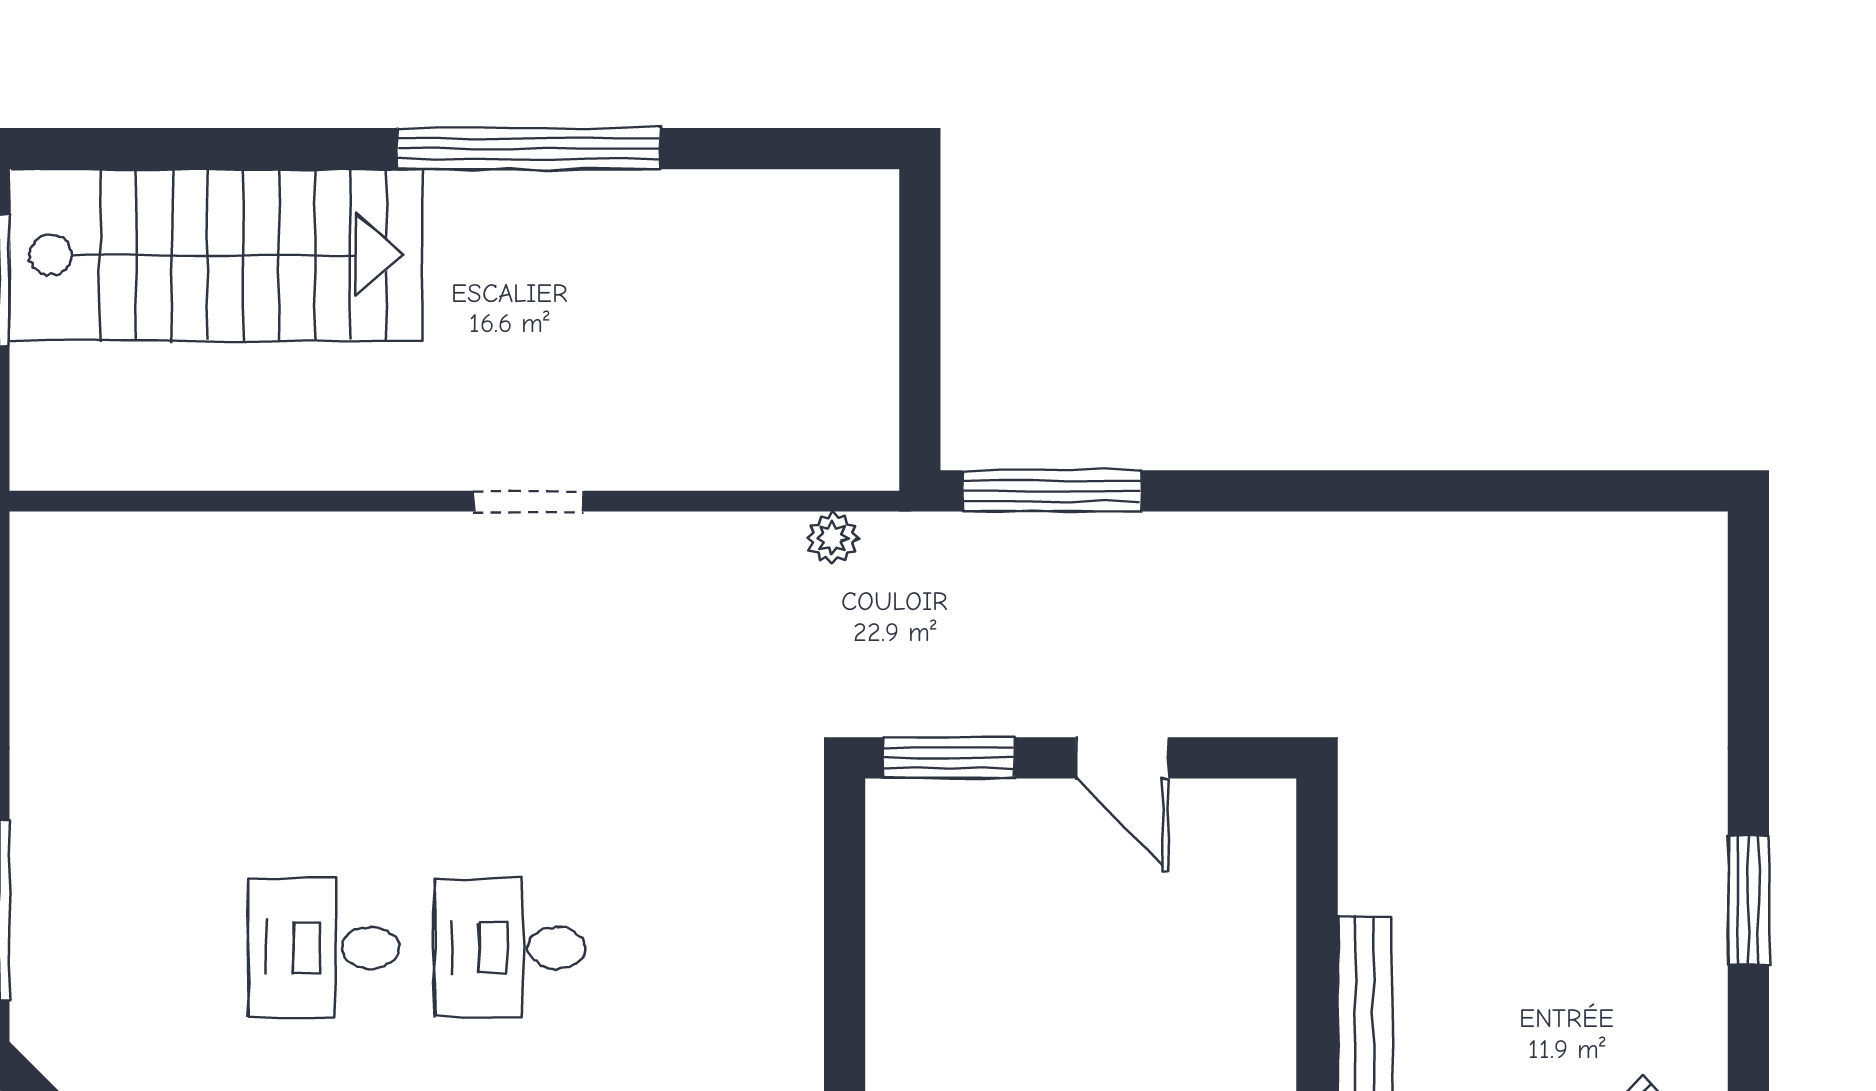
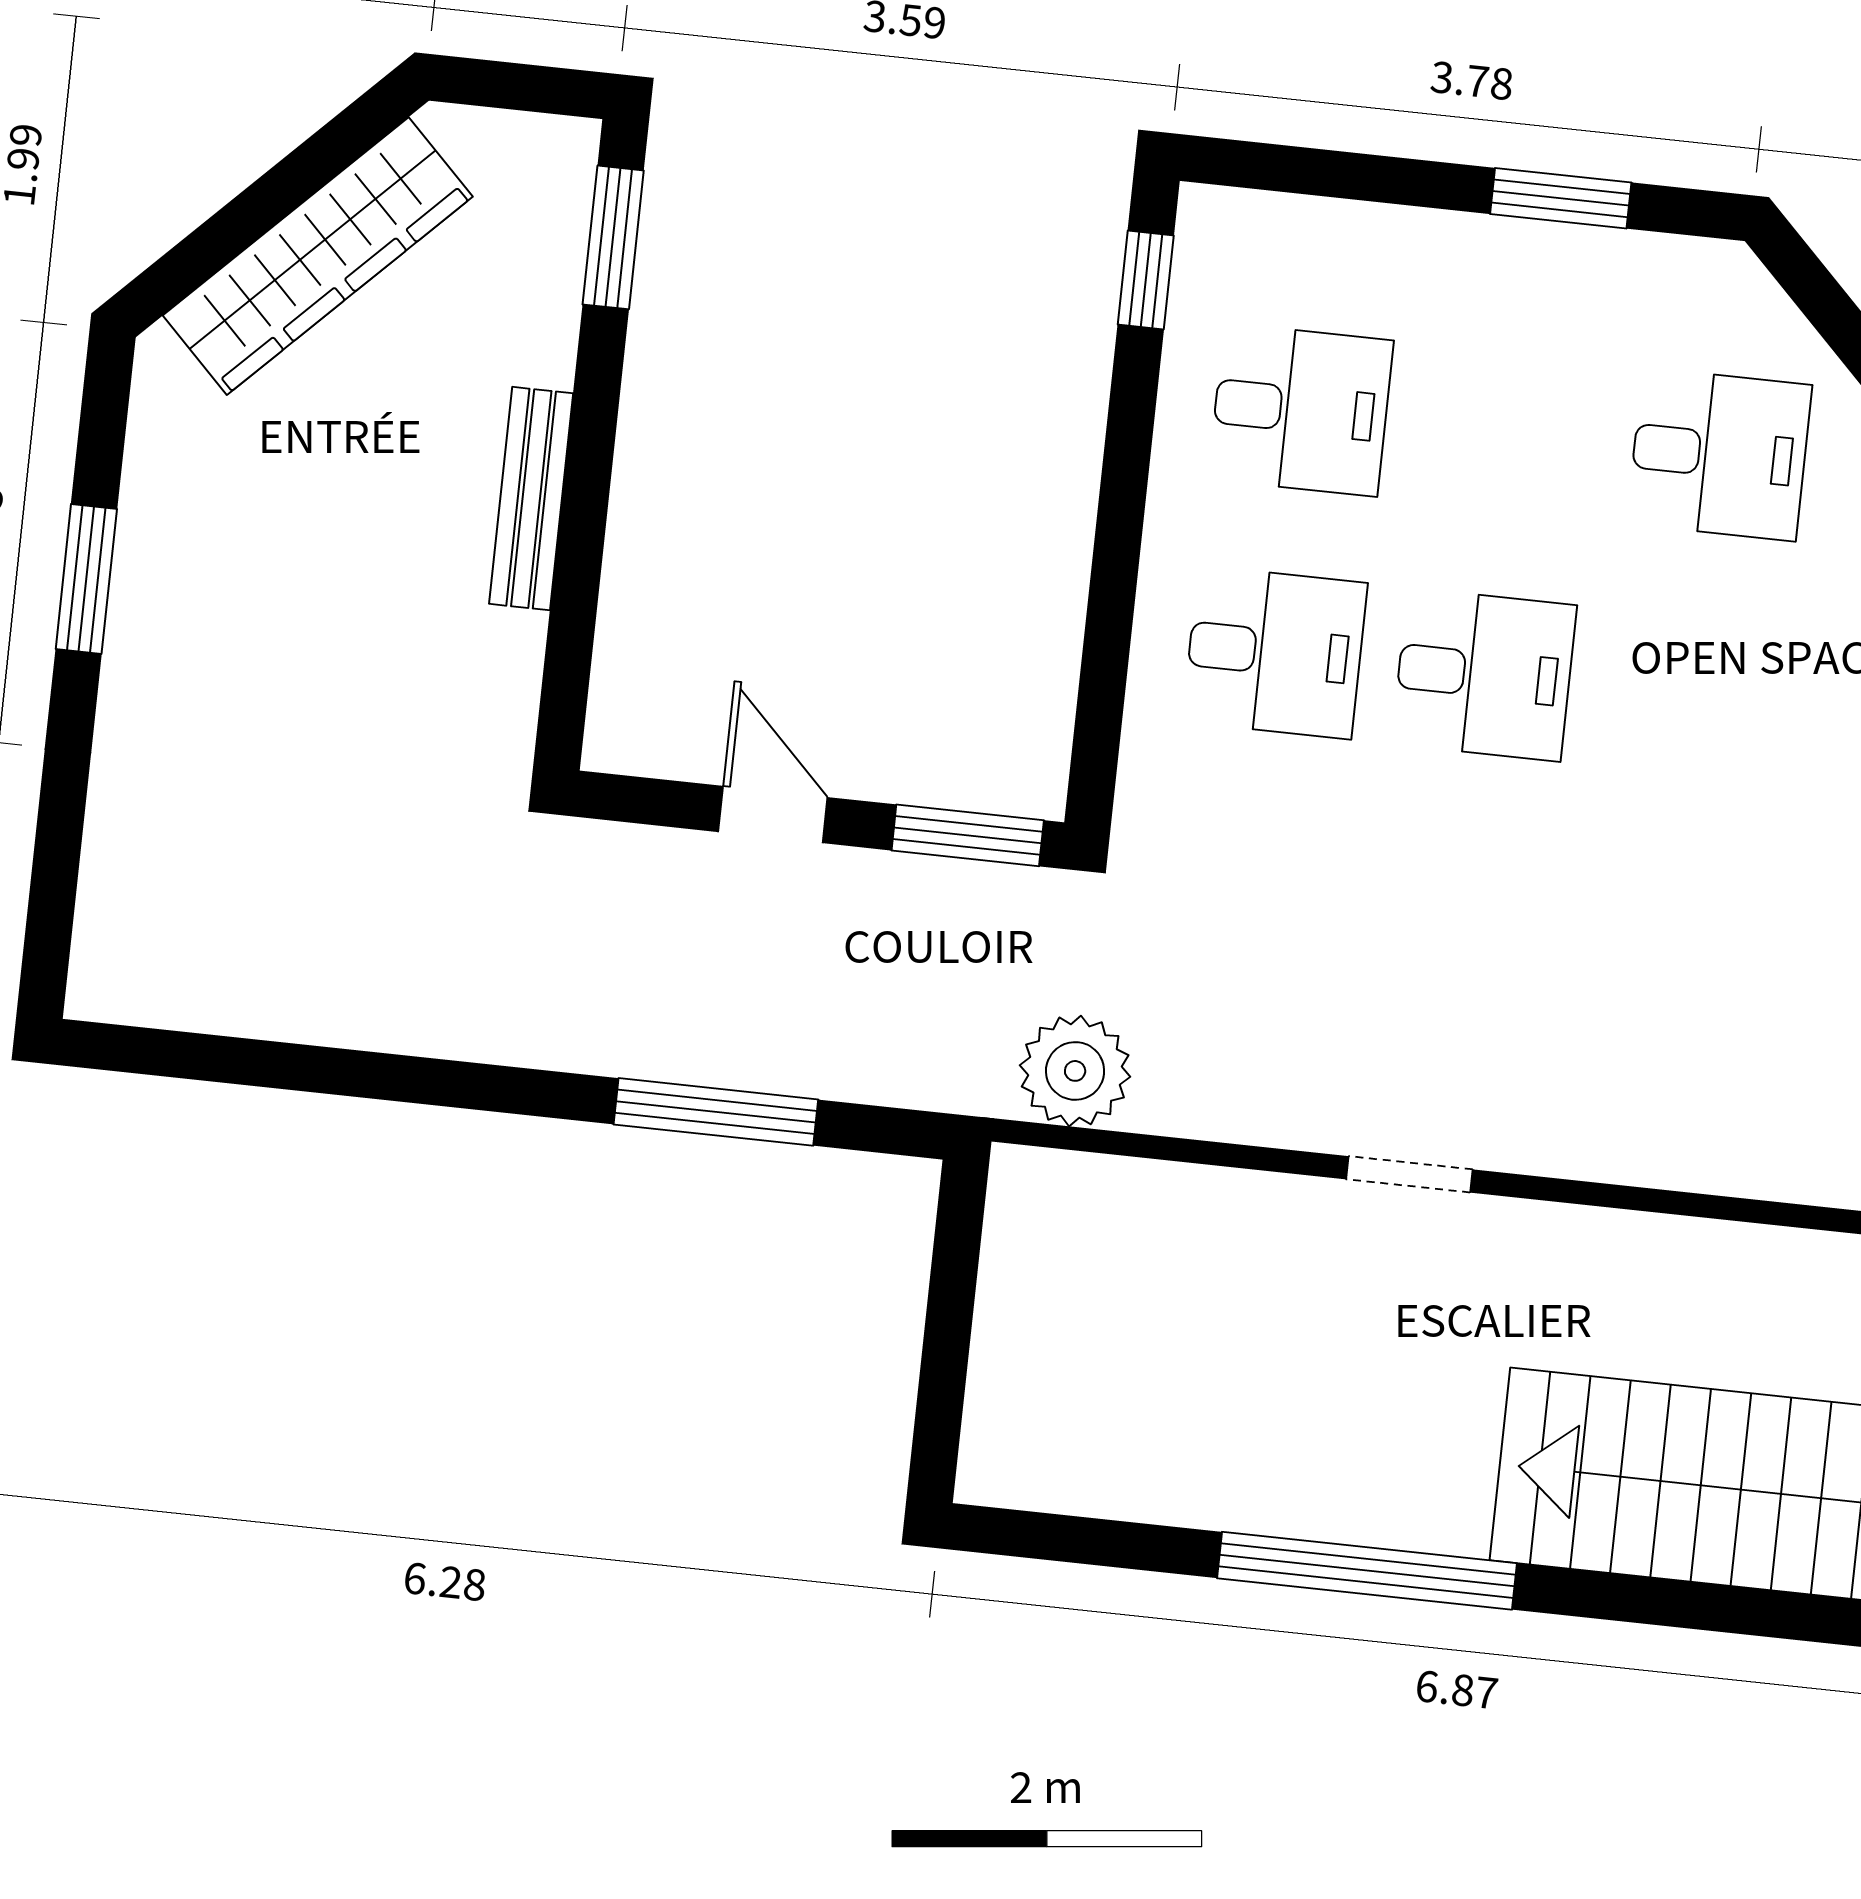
window: (1052, 491) -> (716, 1112), moved
plant: (832, 538) -> (1075, 1071), width x1.88, depth x1.88
desk: (324, 948) -> (1275, 652), moved

